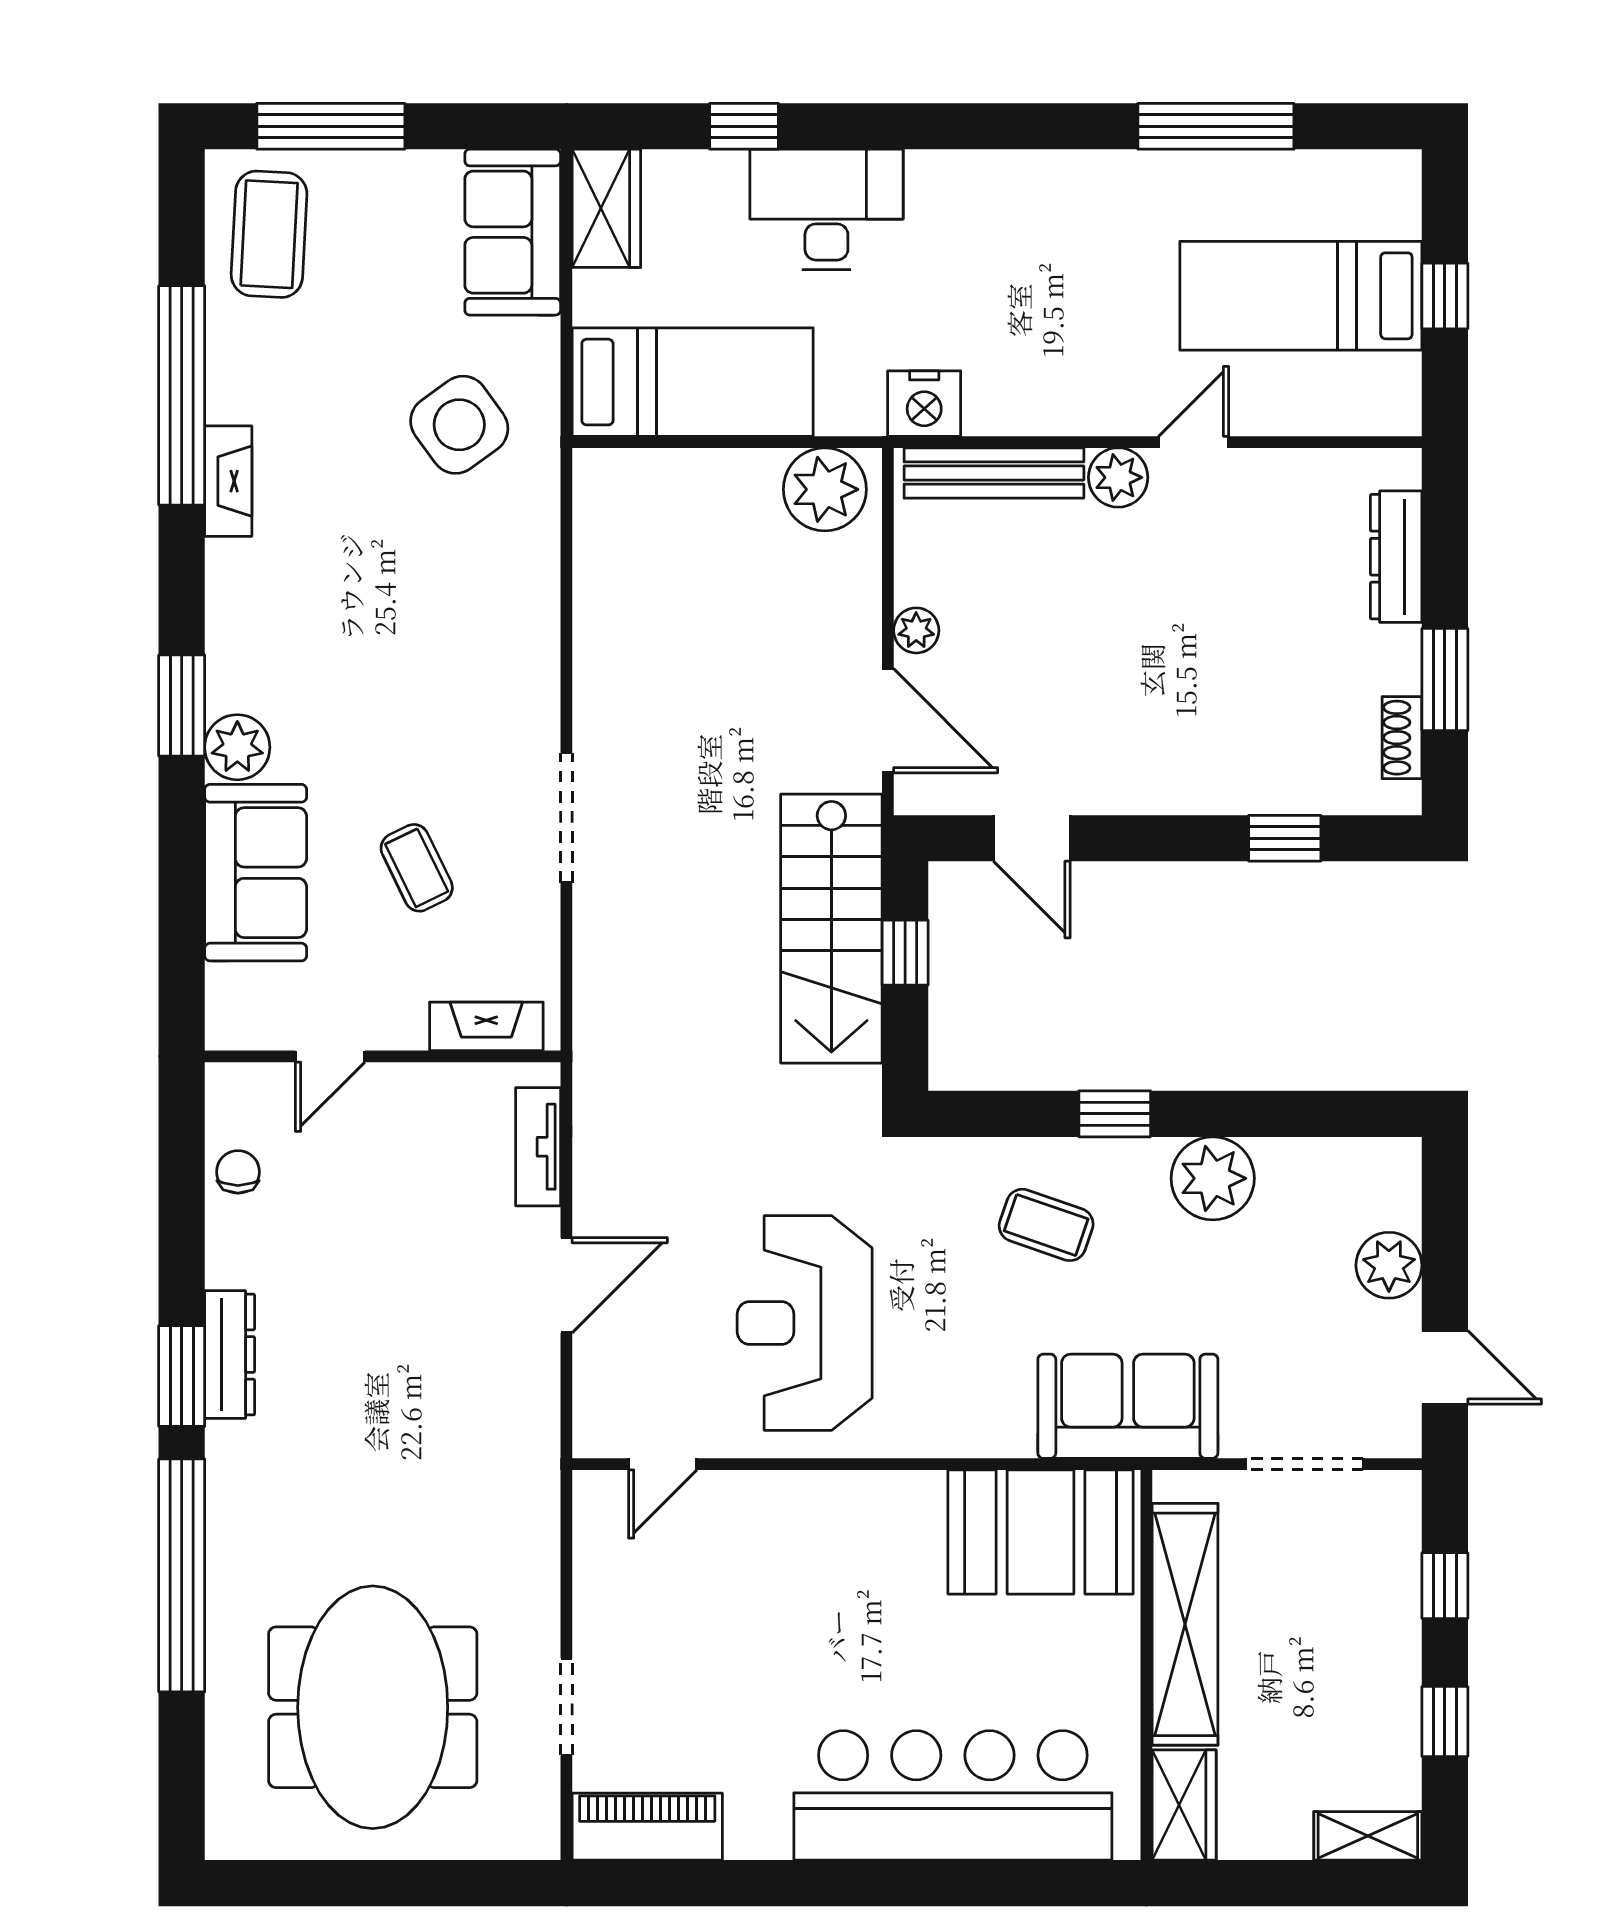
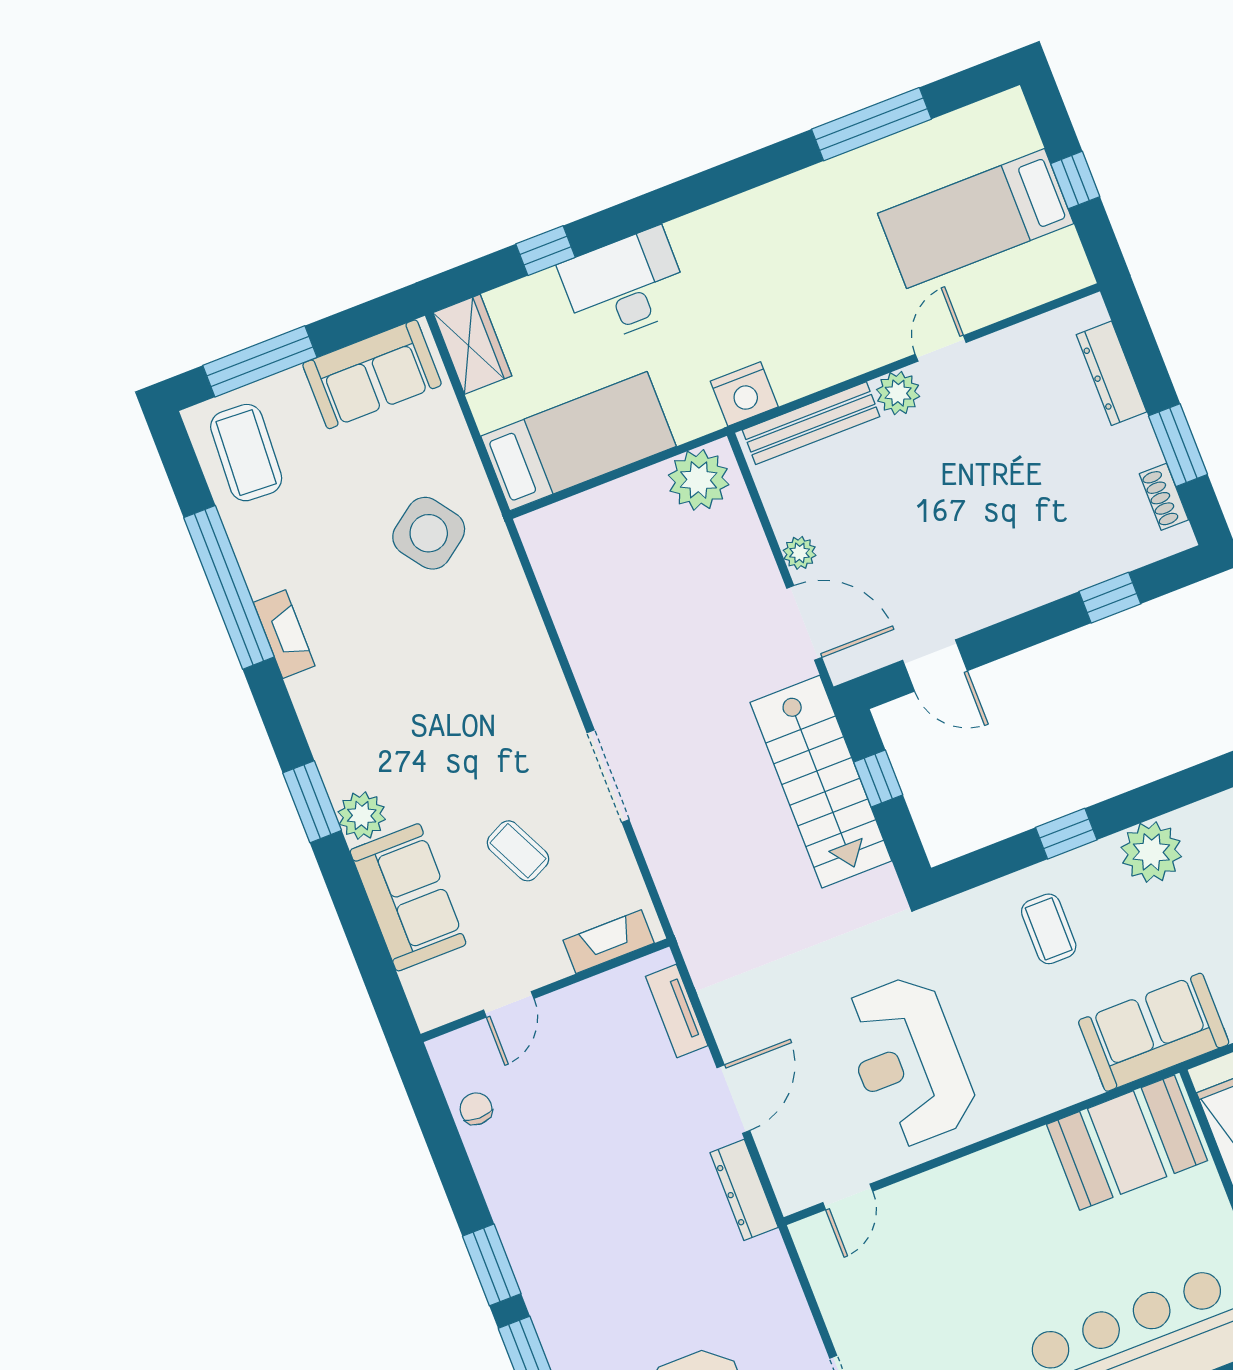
sofa: (513, 232) -> (372, 374), moved, turned -90
coffee table: (1046, 1225) -> (1049, 929), turned 71
dresser: (230, 1355) -> (744, 1190), moved, turned 180

